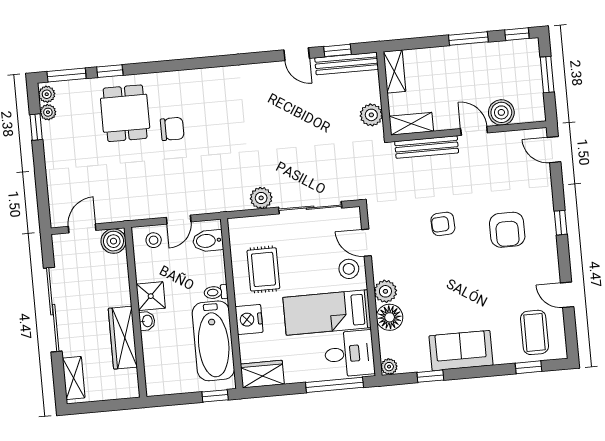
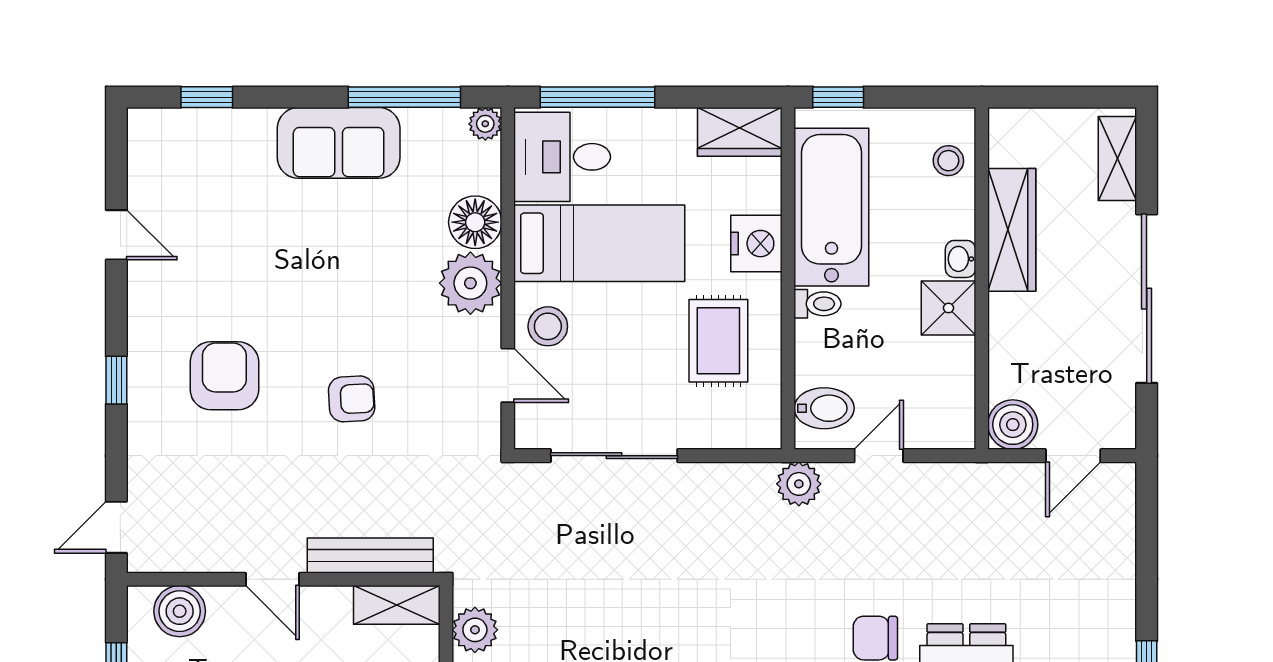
boiler: (501, 112) -> (180, 611), moved
door: (554, 150) -> (116, 527), swing flipped
plant: (261, 198) -> (799, 484), moved
stool: (154, 240) -> (948, 161), moved
plant: (385, 291) -> (470, 283), width x1.36, depth x1.36
coffee table: (534, 332) -> (188, 166), removed
window: (430, 376) -> (404, 97), width x2.17

